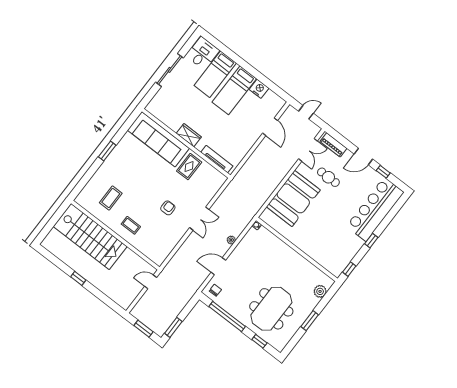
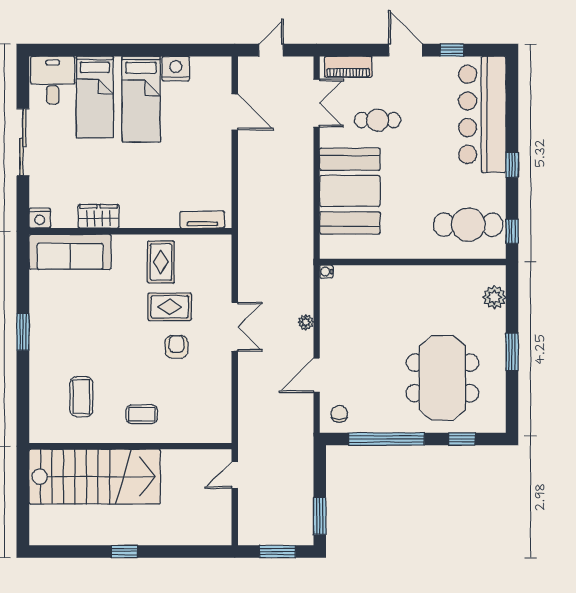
nightstand: (152, 108) -> (40, 218), added
wardrobe: (189, 135) -> (99, 216), moved
sofa: (158, 139) -> (70, 252), width x0.74, depth x0.79
door: (363, 157) -> (405, 50), swing flipped
tv unit: (217, 159) -> (202, 220), width x0.71
rug: (178, 189) -> (170, 307), added
cafe table: (333, 252) -> (468, 225), added

